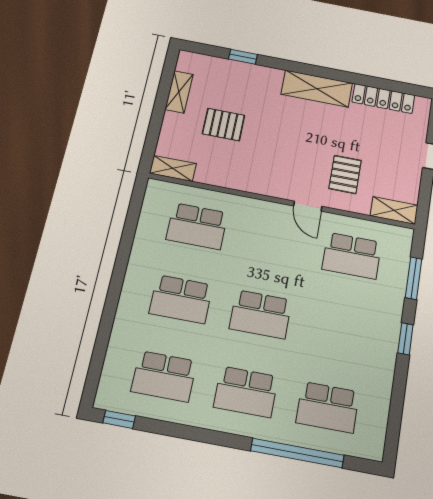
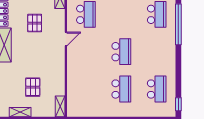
pallet: (345, 174) -> (35, 23), moved, turned 90
school desk: (197, 226) -> (86, 89), removed
school desk: (246, 392) -> (157, 52), removed

